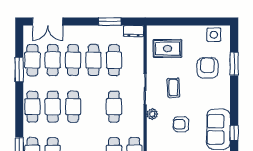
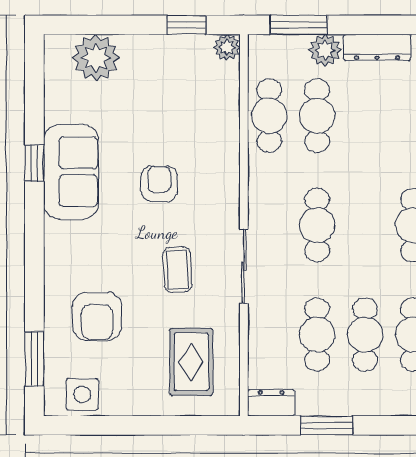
rug: (167, 48) -> (191, 362), turned 90
window: (234, 64) -> (34, 359), moved
plant: (152, 114) -> (227, 208), removed
armchair: (181, 124) -> (159, 184), turned -90

